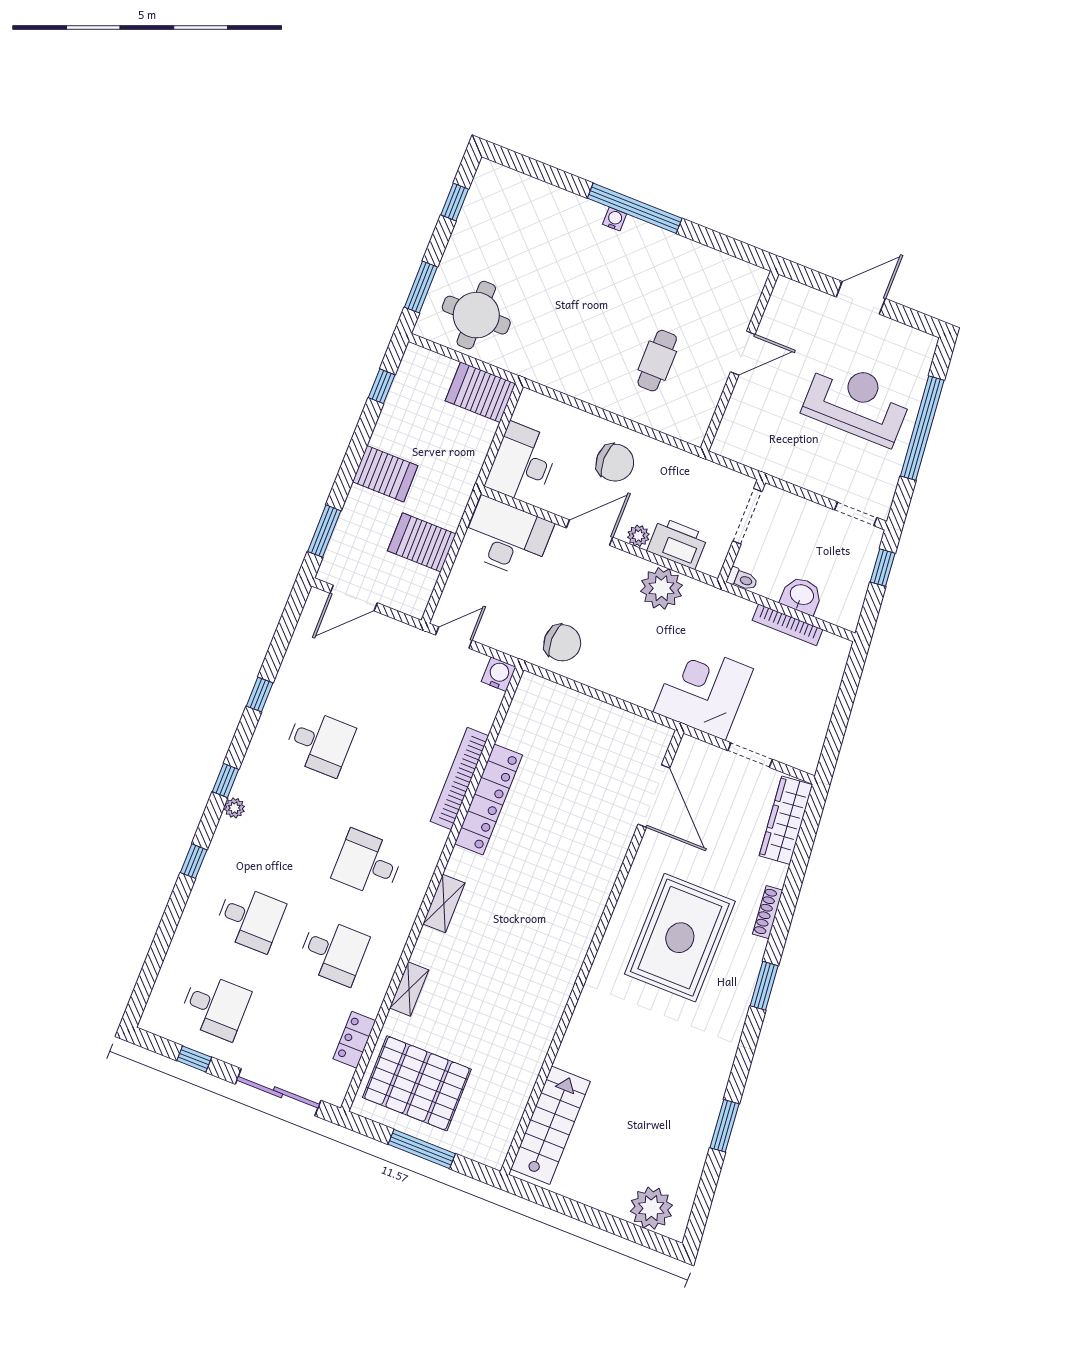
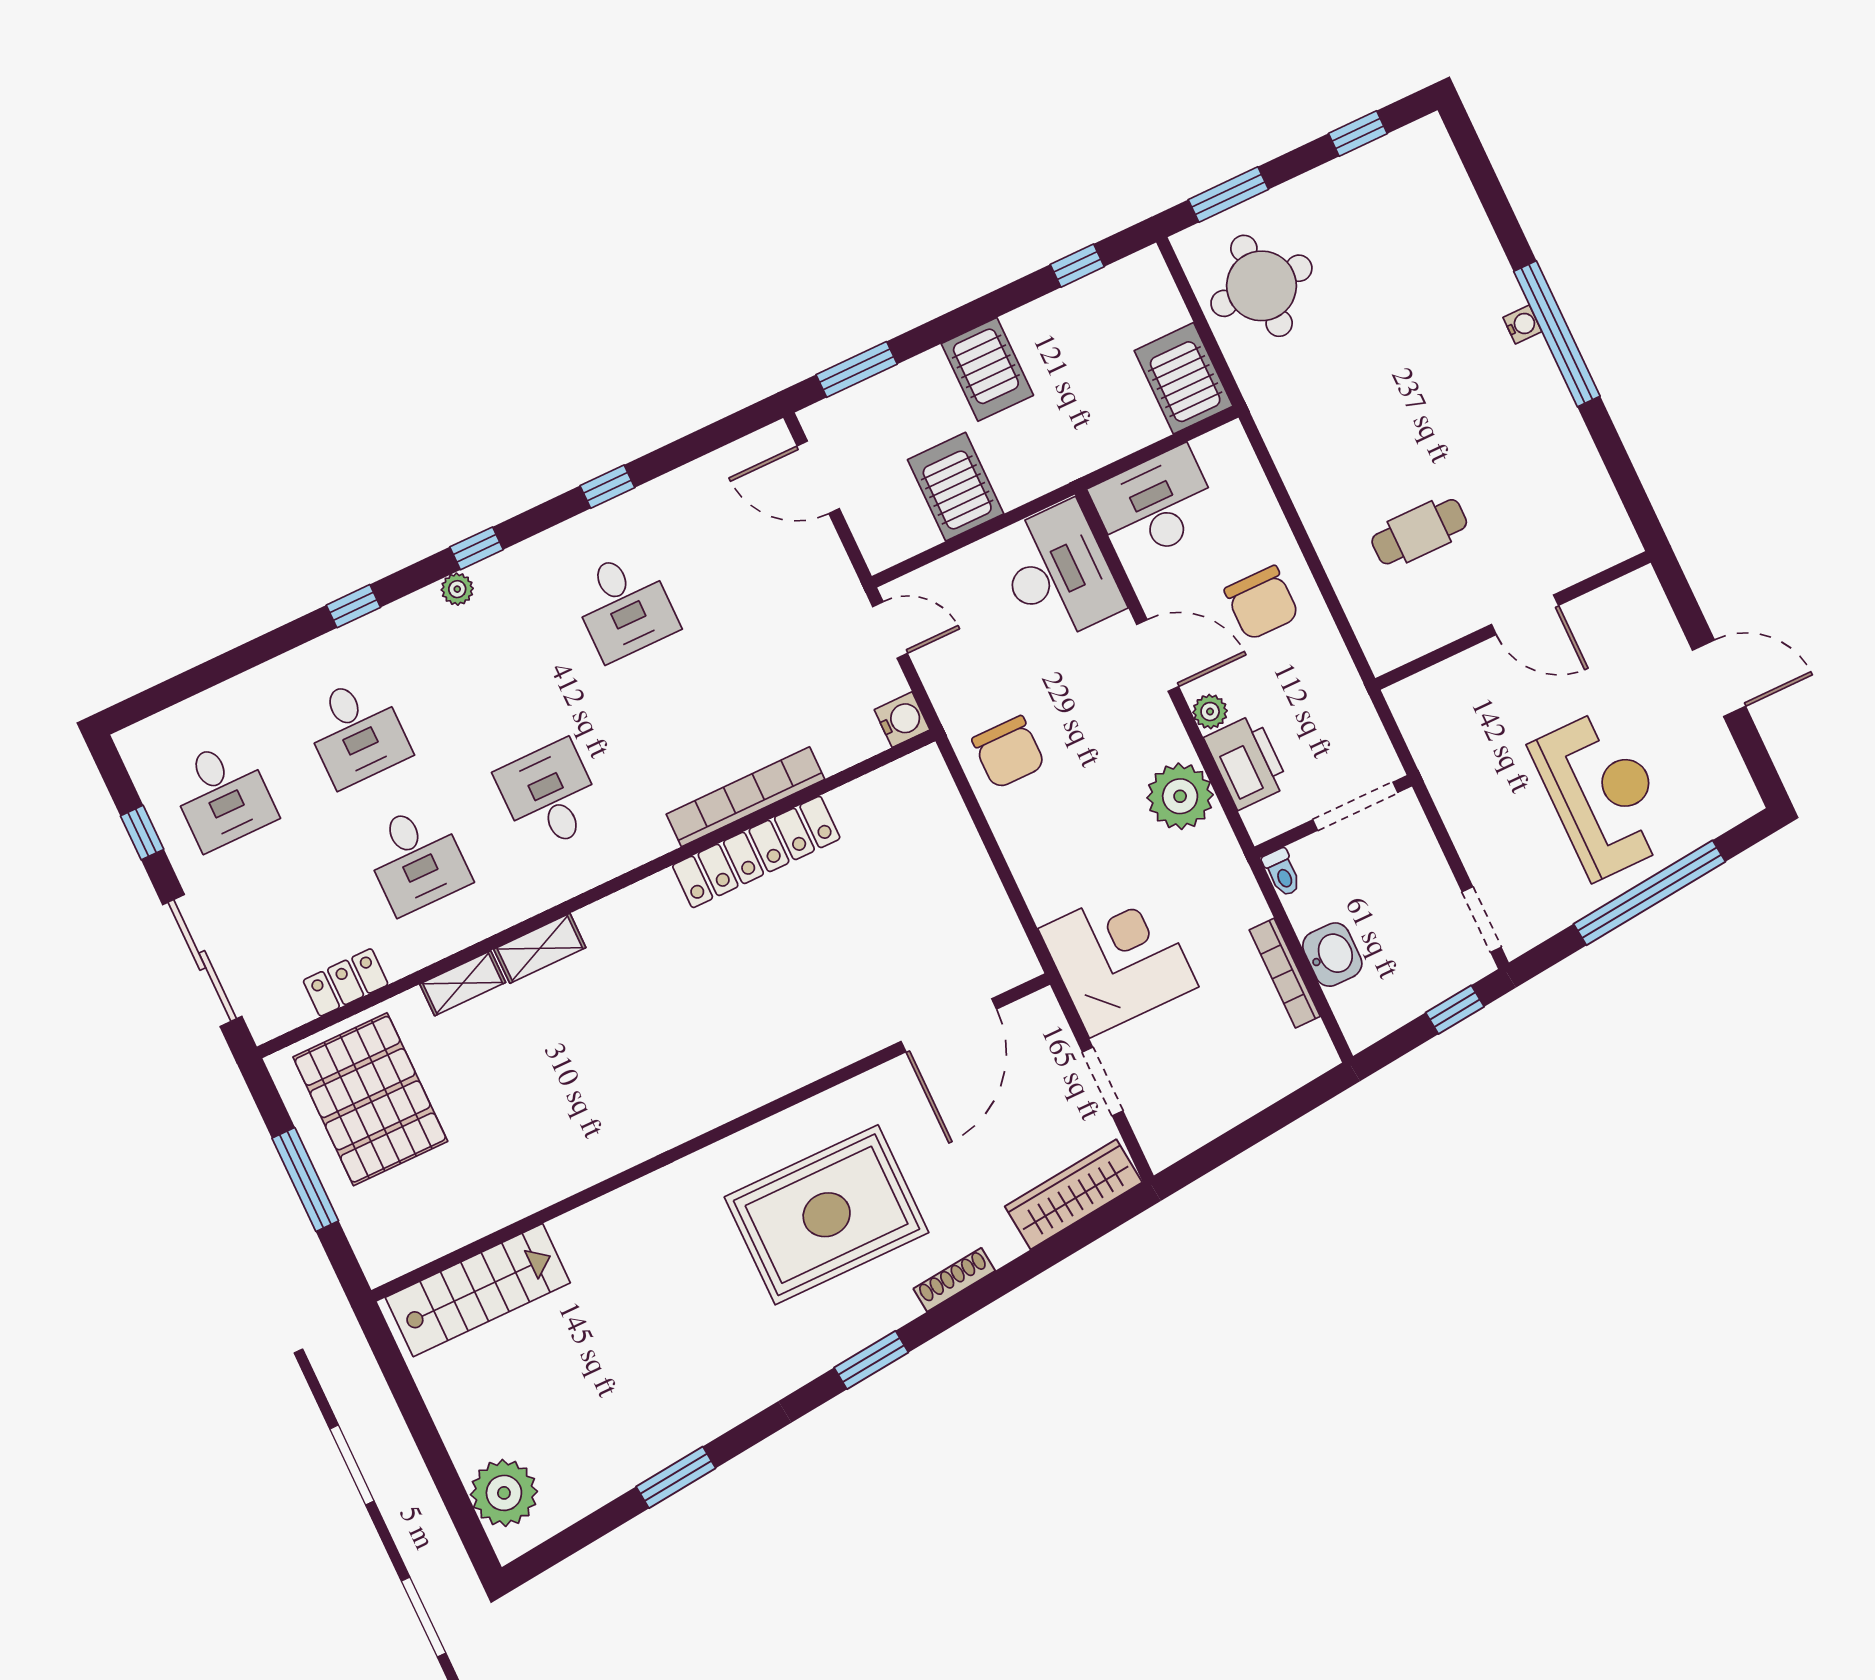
shelving: (444, 903) -> (540, 948), moved

